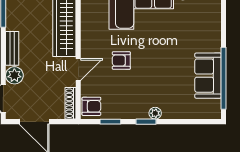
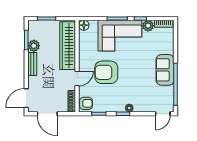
armchair: (121, 61) -> (106, 72), width x1.88, depth x1.88
plant: (14, 75) -> (34, 46), moved
sofa: (208, 76) -> (165, 70), moved
door: (204, 122) -> (163, 114), added

